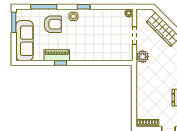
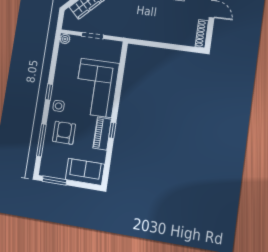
sofa: (24, 41) -> (85, 172), width x0.73
corner sofa: (92, 45) -> (96, 88), added
plant: (143, 57) -> (119, 29), removed

